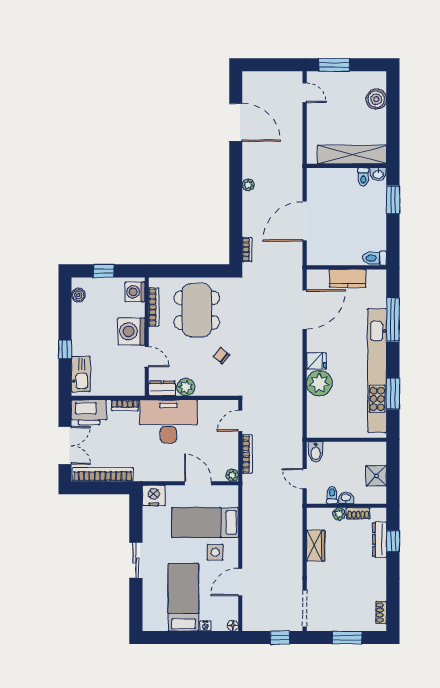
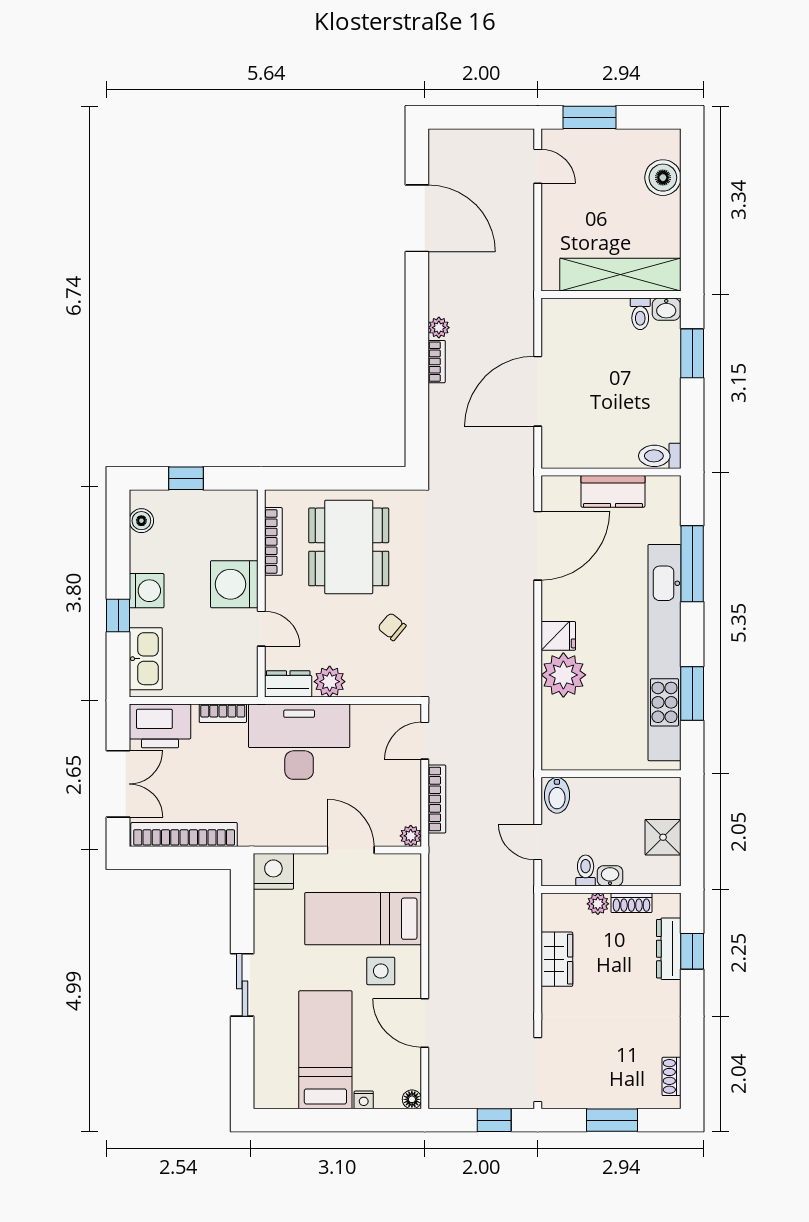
bookcase: (247, 249) -> (437, 362), moved
washing machine: (135, 292) -> (147, 591), moved, turned 180
door: (240, 582) -> (425, 1023), hinge flipped

